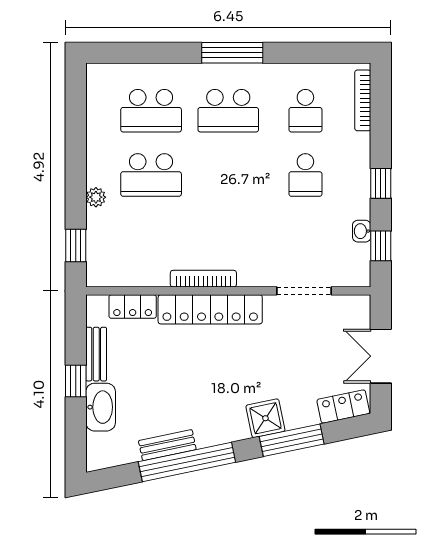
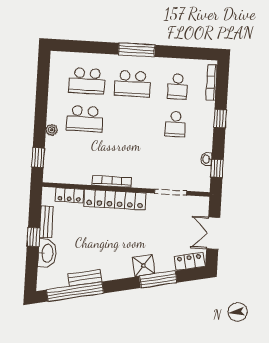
window: (381, 183) -> (220, 119), moved
window: (187, 462) -> (75, 292), moved

